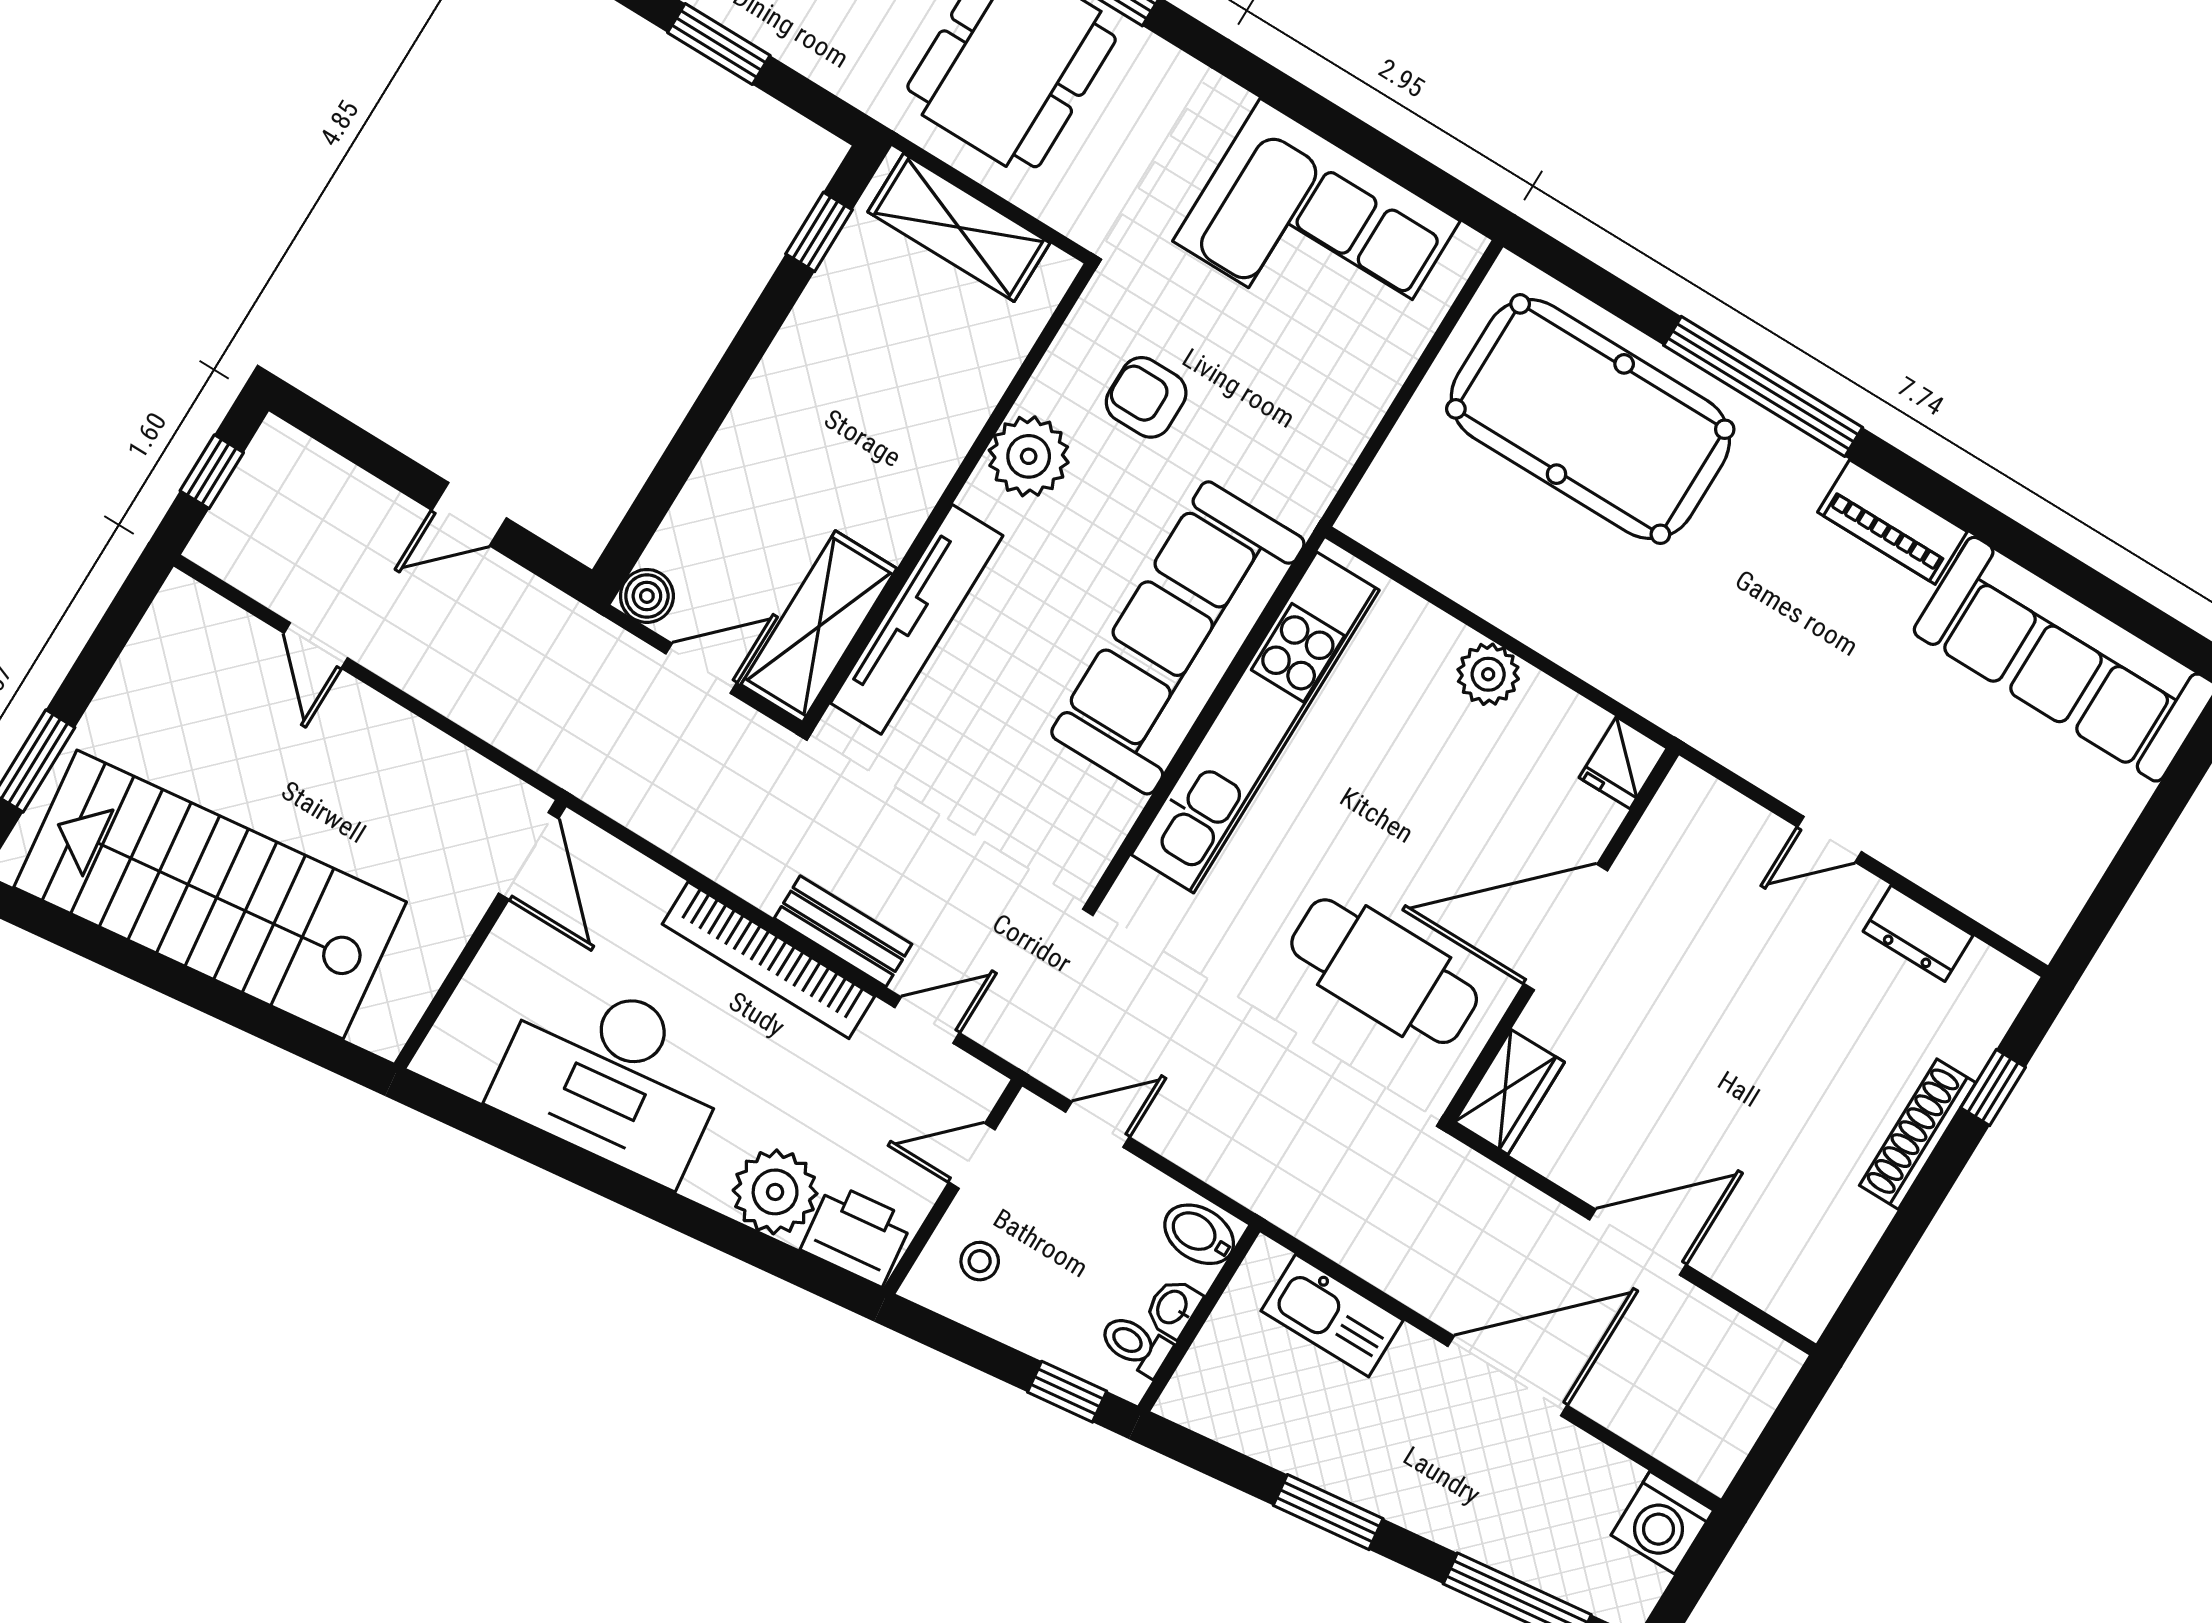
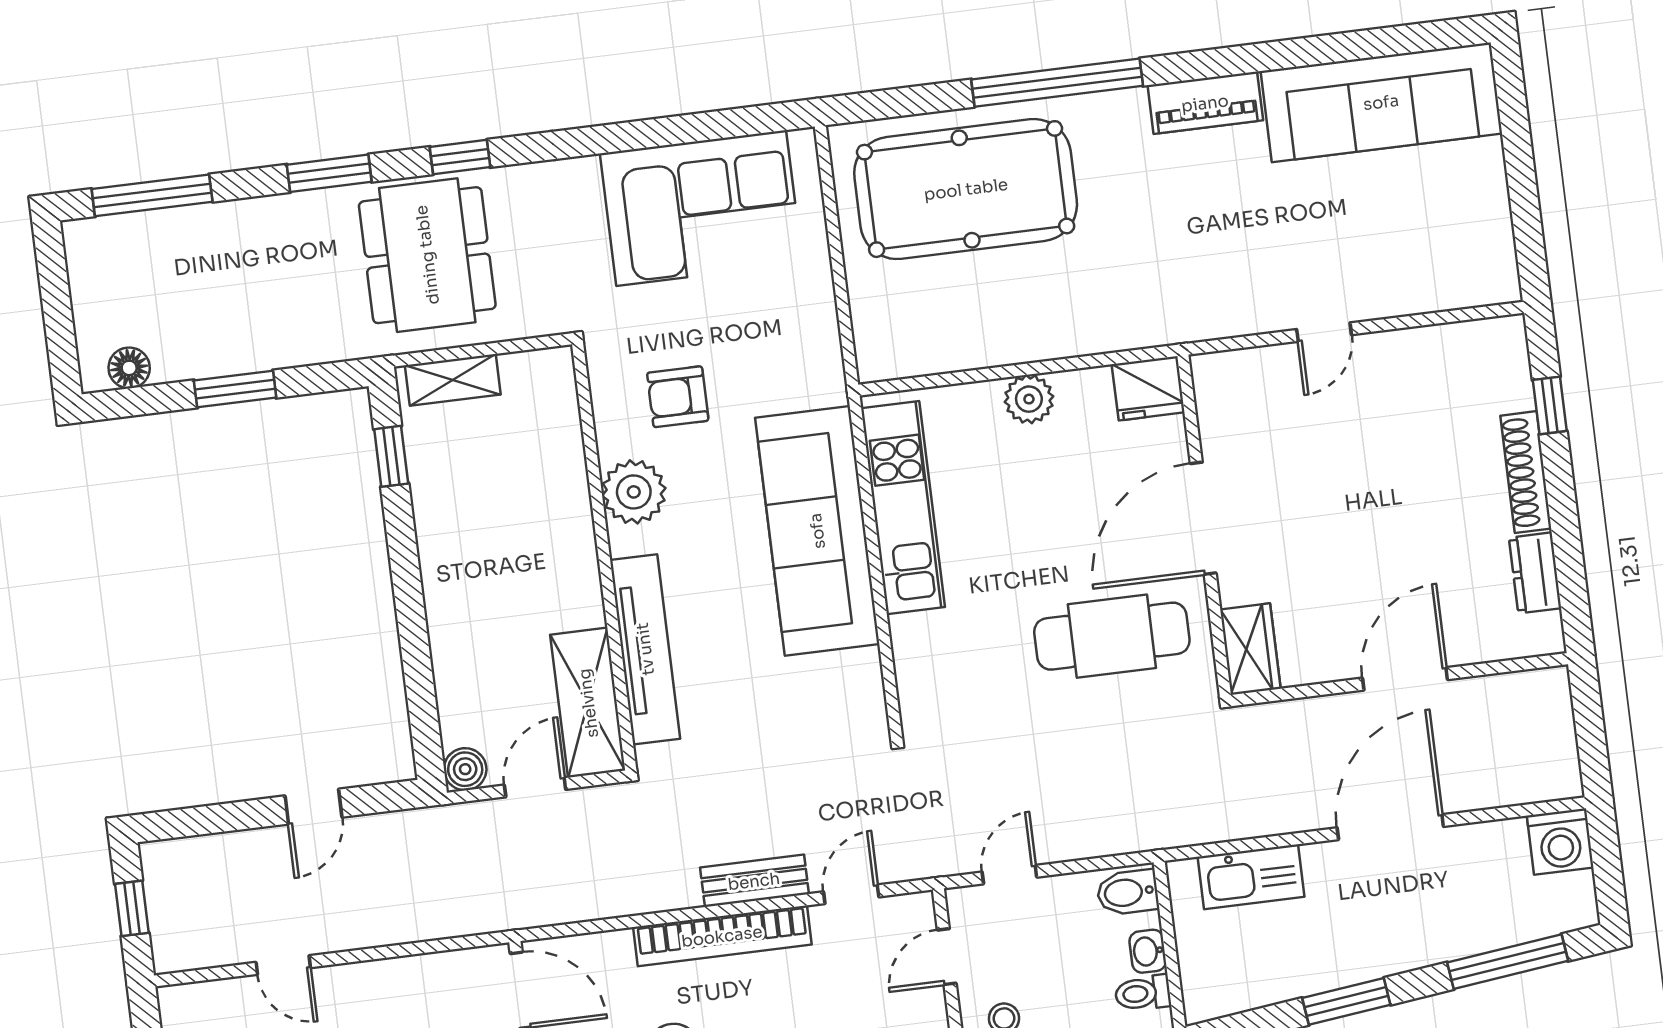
shelving: (959, 227) -> (453, 380), width x0.67, depth x0.75
kitchen unit: (1255, 722) -> (903, 508), width x0.73
fridge: (1623, 763) -> (1148, 388), width x1.38
dresser: (1918, 933) -> (1535, 573), moved, turned 90

